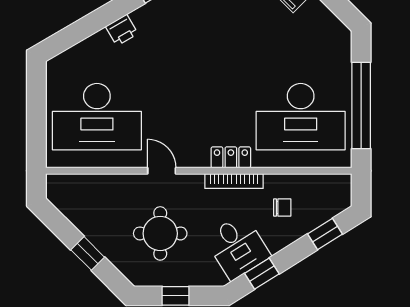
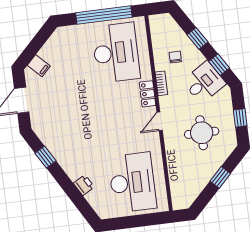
printer: (122, 30) -> (84, 185), moved
door: (162, 171) -> (160, 121), moved
bookcase: (234, 181) -> (161, 83), width x0.64
window: (325, 234) -> (197, 38), moved

